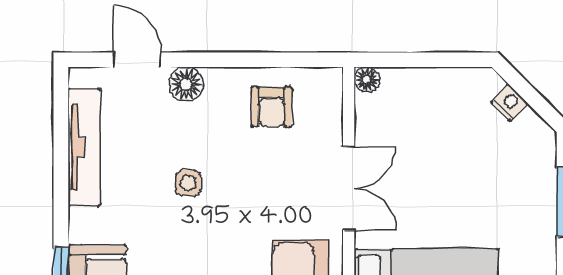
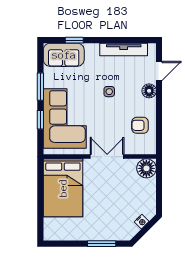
floor lamp: (367, 80) -> (146, 168), width x1.89, depth x1.89
double door: (349, 188) -> (107, 157), swing flipped

